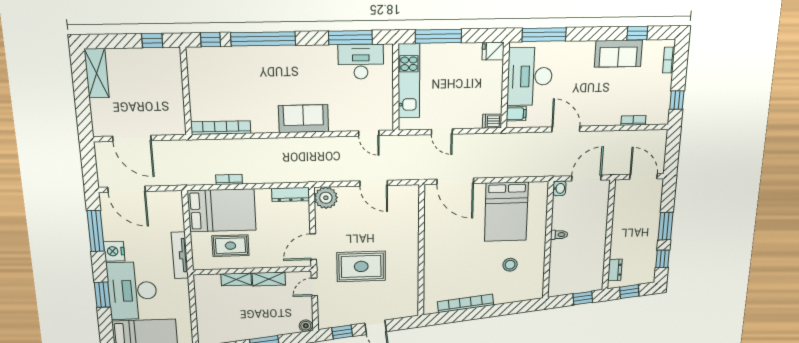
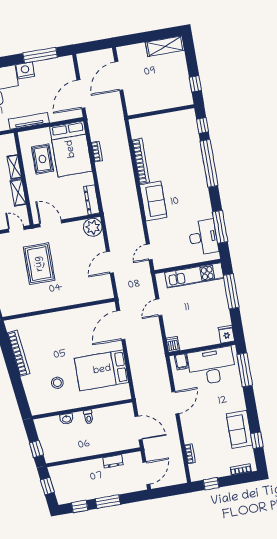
bookcase: (221, 128) -> (141, 161), moved
washbasin: (559, 188) -> (66, 419), moved
door: (126, 189) -> (81, 94), moved
dresser: (615, 270) -> (113, 461), moved

